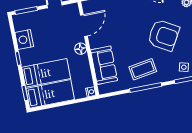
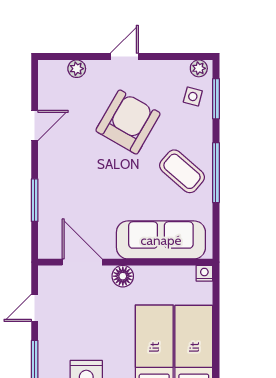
sofa: (104, 65) -> (161, 240), width x1.36
coffee table: (143, 69) -> (182, 171), turned -40

